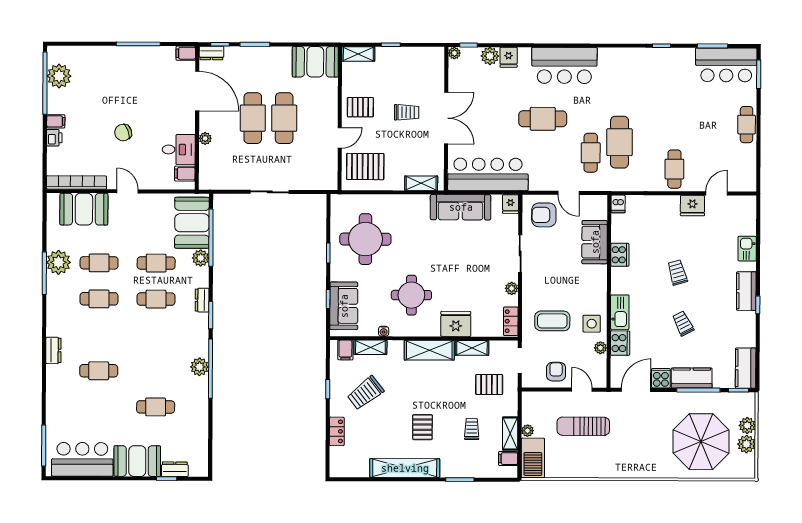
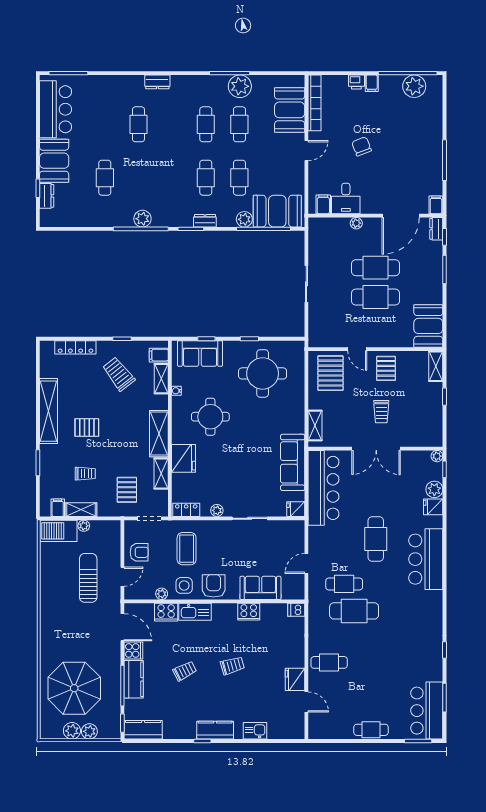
armchair: (544, 215) -> (214, 586), moved
locker: (337, 431) -> (75, 347), width x1.53

